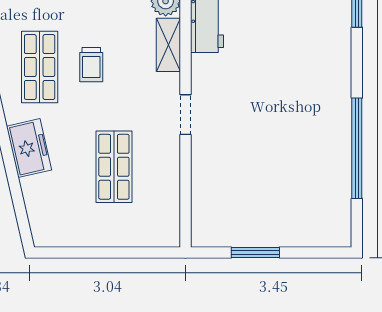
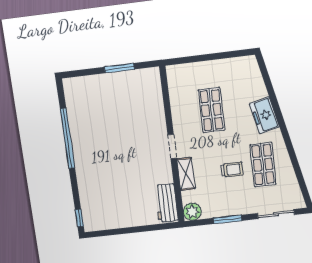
shelving: (168, 45) -> (186, 174), moved
trolley: (91, 65) -> (232, 170), turned 90

